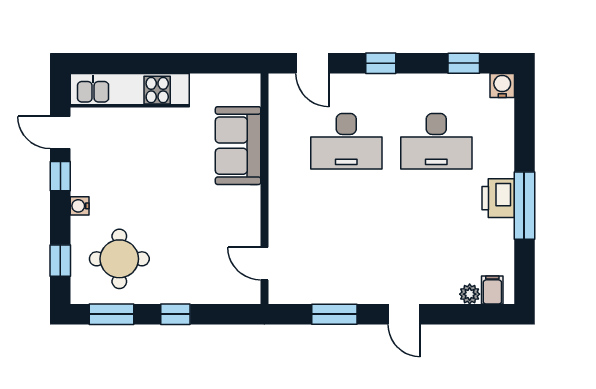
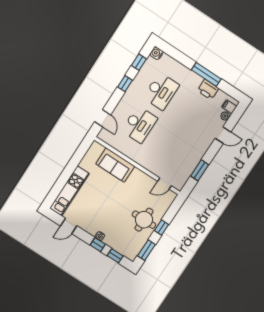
door: (312, 63) -> (103, 118), hinge flipped
window: (381, 63) -> (125, 84), moved
window: (60, 176) -> (98, 245), moved
printer: (498, 198) -> (208, 90), moved
round table: (119, 259) -> (144, 220), moved
door: (404, 314) -> (223, 135), moved

